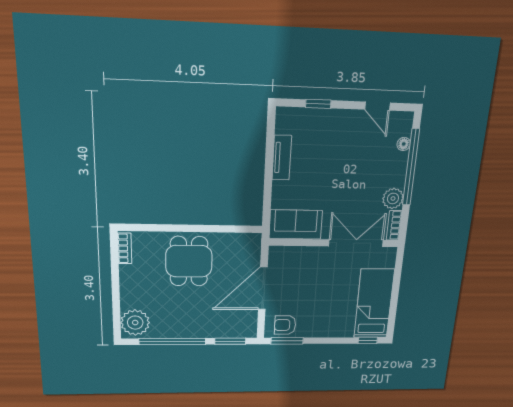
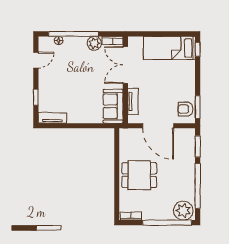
tv unit: (282, 158) -> (52, 118), moved
tv unit: (301, 253) -> (133, 101), added
window: (116, 300) -> (167, 223), added
armchair: (285, 325) -> (185, 109), turned 90

